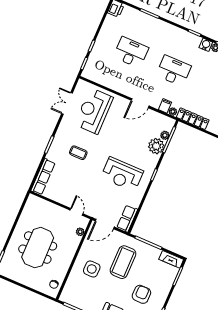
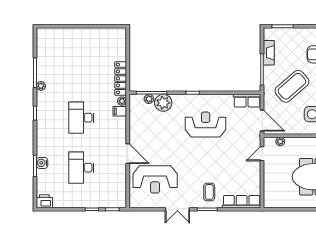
water cooler: (206, 45) -> (42, 163), moved
double door: (67, 103) -> (177, 209), moved
door: (140, 103) -> (128, 154), moved
coffee table: (78, 153) -> (209, 192), moved
reception desk: (122, 174) -> (206, 125), turned -90
fireplace: (171, 259) -> (269, 53), moved
coffee table: (123, 262) -> (292, 86), turned -41

